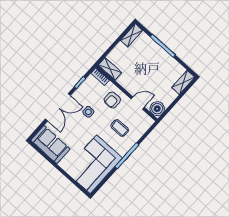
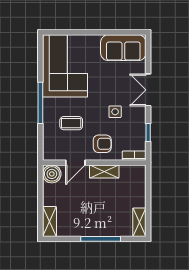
shelving: (110, 69) -> (104, 171), moved
armchair: (112, 100) -> (102, 144), turned 90
double door: (58, 107) -> (148, 90), width x0.73

